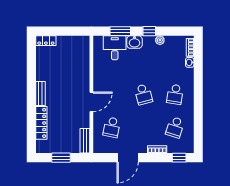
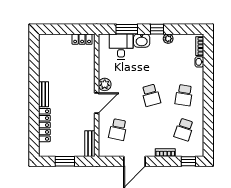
locker: (46, 41) -> (82, 39), moved
plant: (99, 84) -> (105, 84), added

